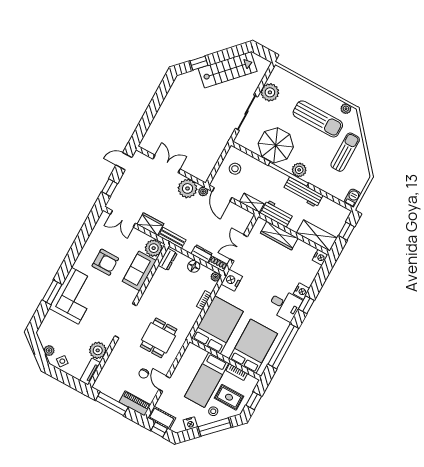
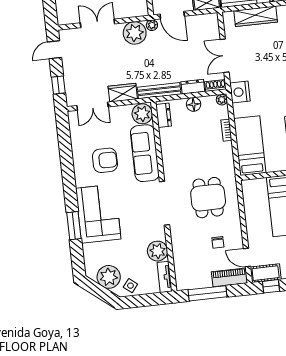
bench: (172, 238) -> (159, 91), width x1.36
sofa: (139, 271) -> (145, 153), width x1.36
bed: (217, 325) -> (250, 146), width x0.67
plant: (49, 351) -> (109, 277), width x1.88, depth x1.88
door: (164, 384) -> (247, 258), moved

